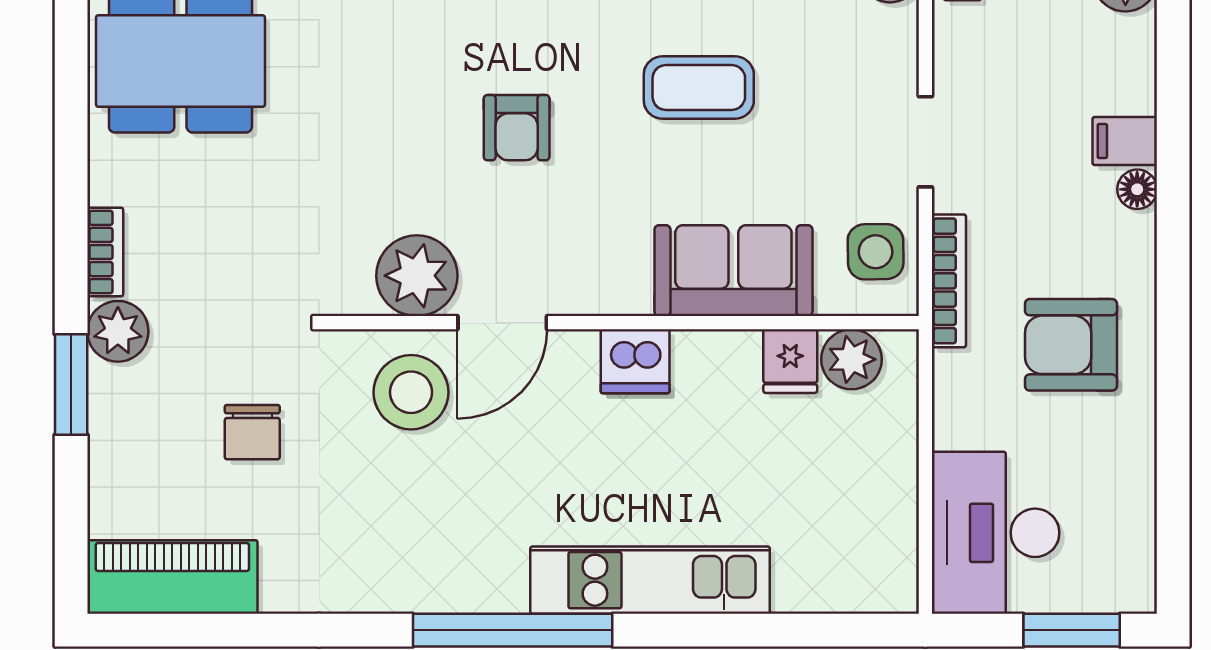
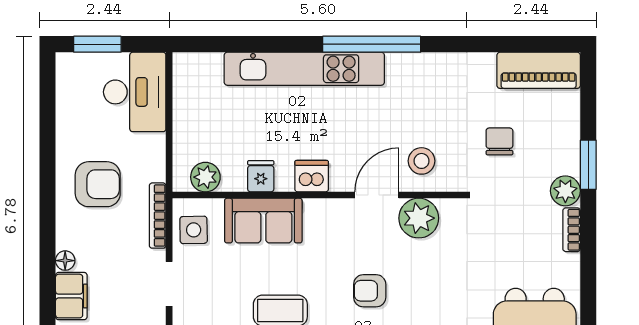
armchair: (517, 128) -> (370, 291), turned -90
filing cabinet: (1125, 141) -> (71, 296), width x2.00
fridge: (790, 361) -> (261, 176), moved
stool: (411, 392) -> (422, 161), width x0.73, depth x0.73
kitchen unit: (650, 580) -> (304, 69), width x1.36

